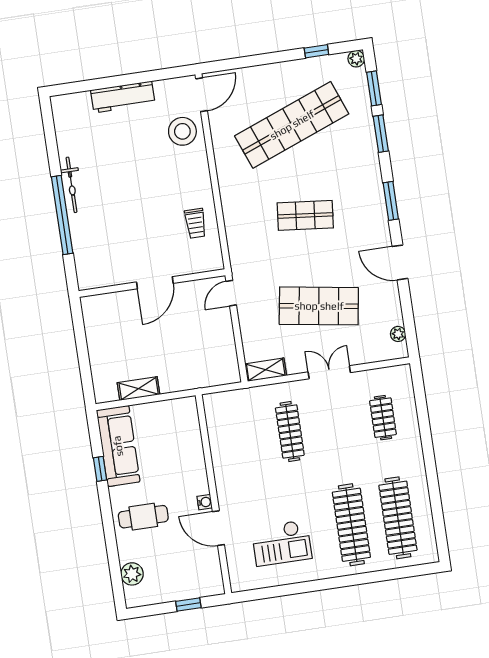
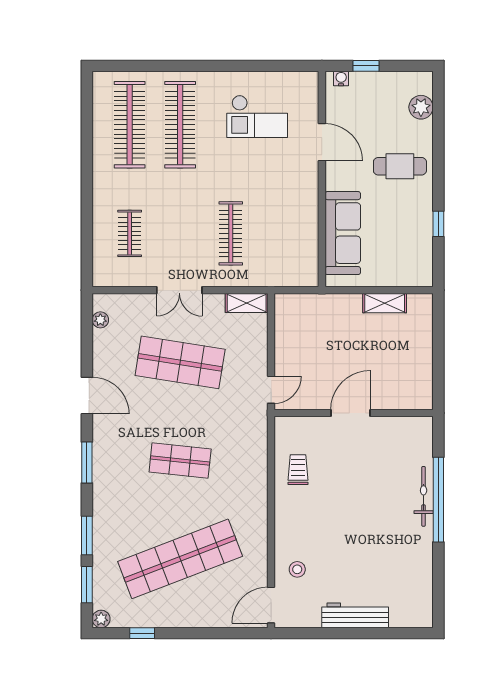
stool: (182, 131) -> (297, 569), width x0.53, depth x0.53
bicycle: (71, 185) -> (424, 496), moved
sofa: (118, 446) -> (343, 233), moved, turned 180
water cooler: (205, 502) -> (341, 78), moved, turned 90
checkout: (282, 543) -> (257, 116), turned 180

